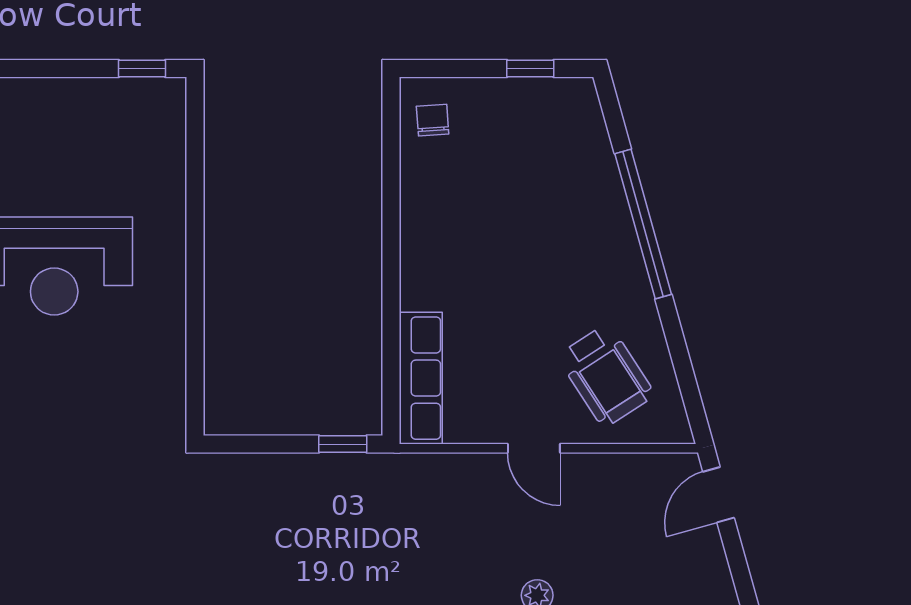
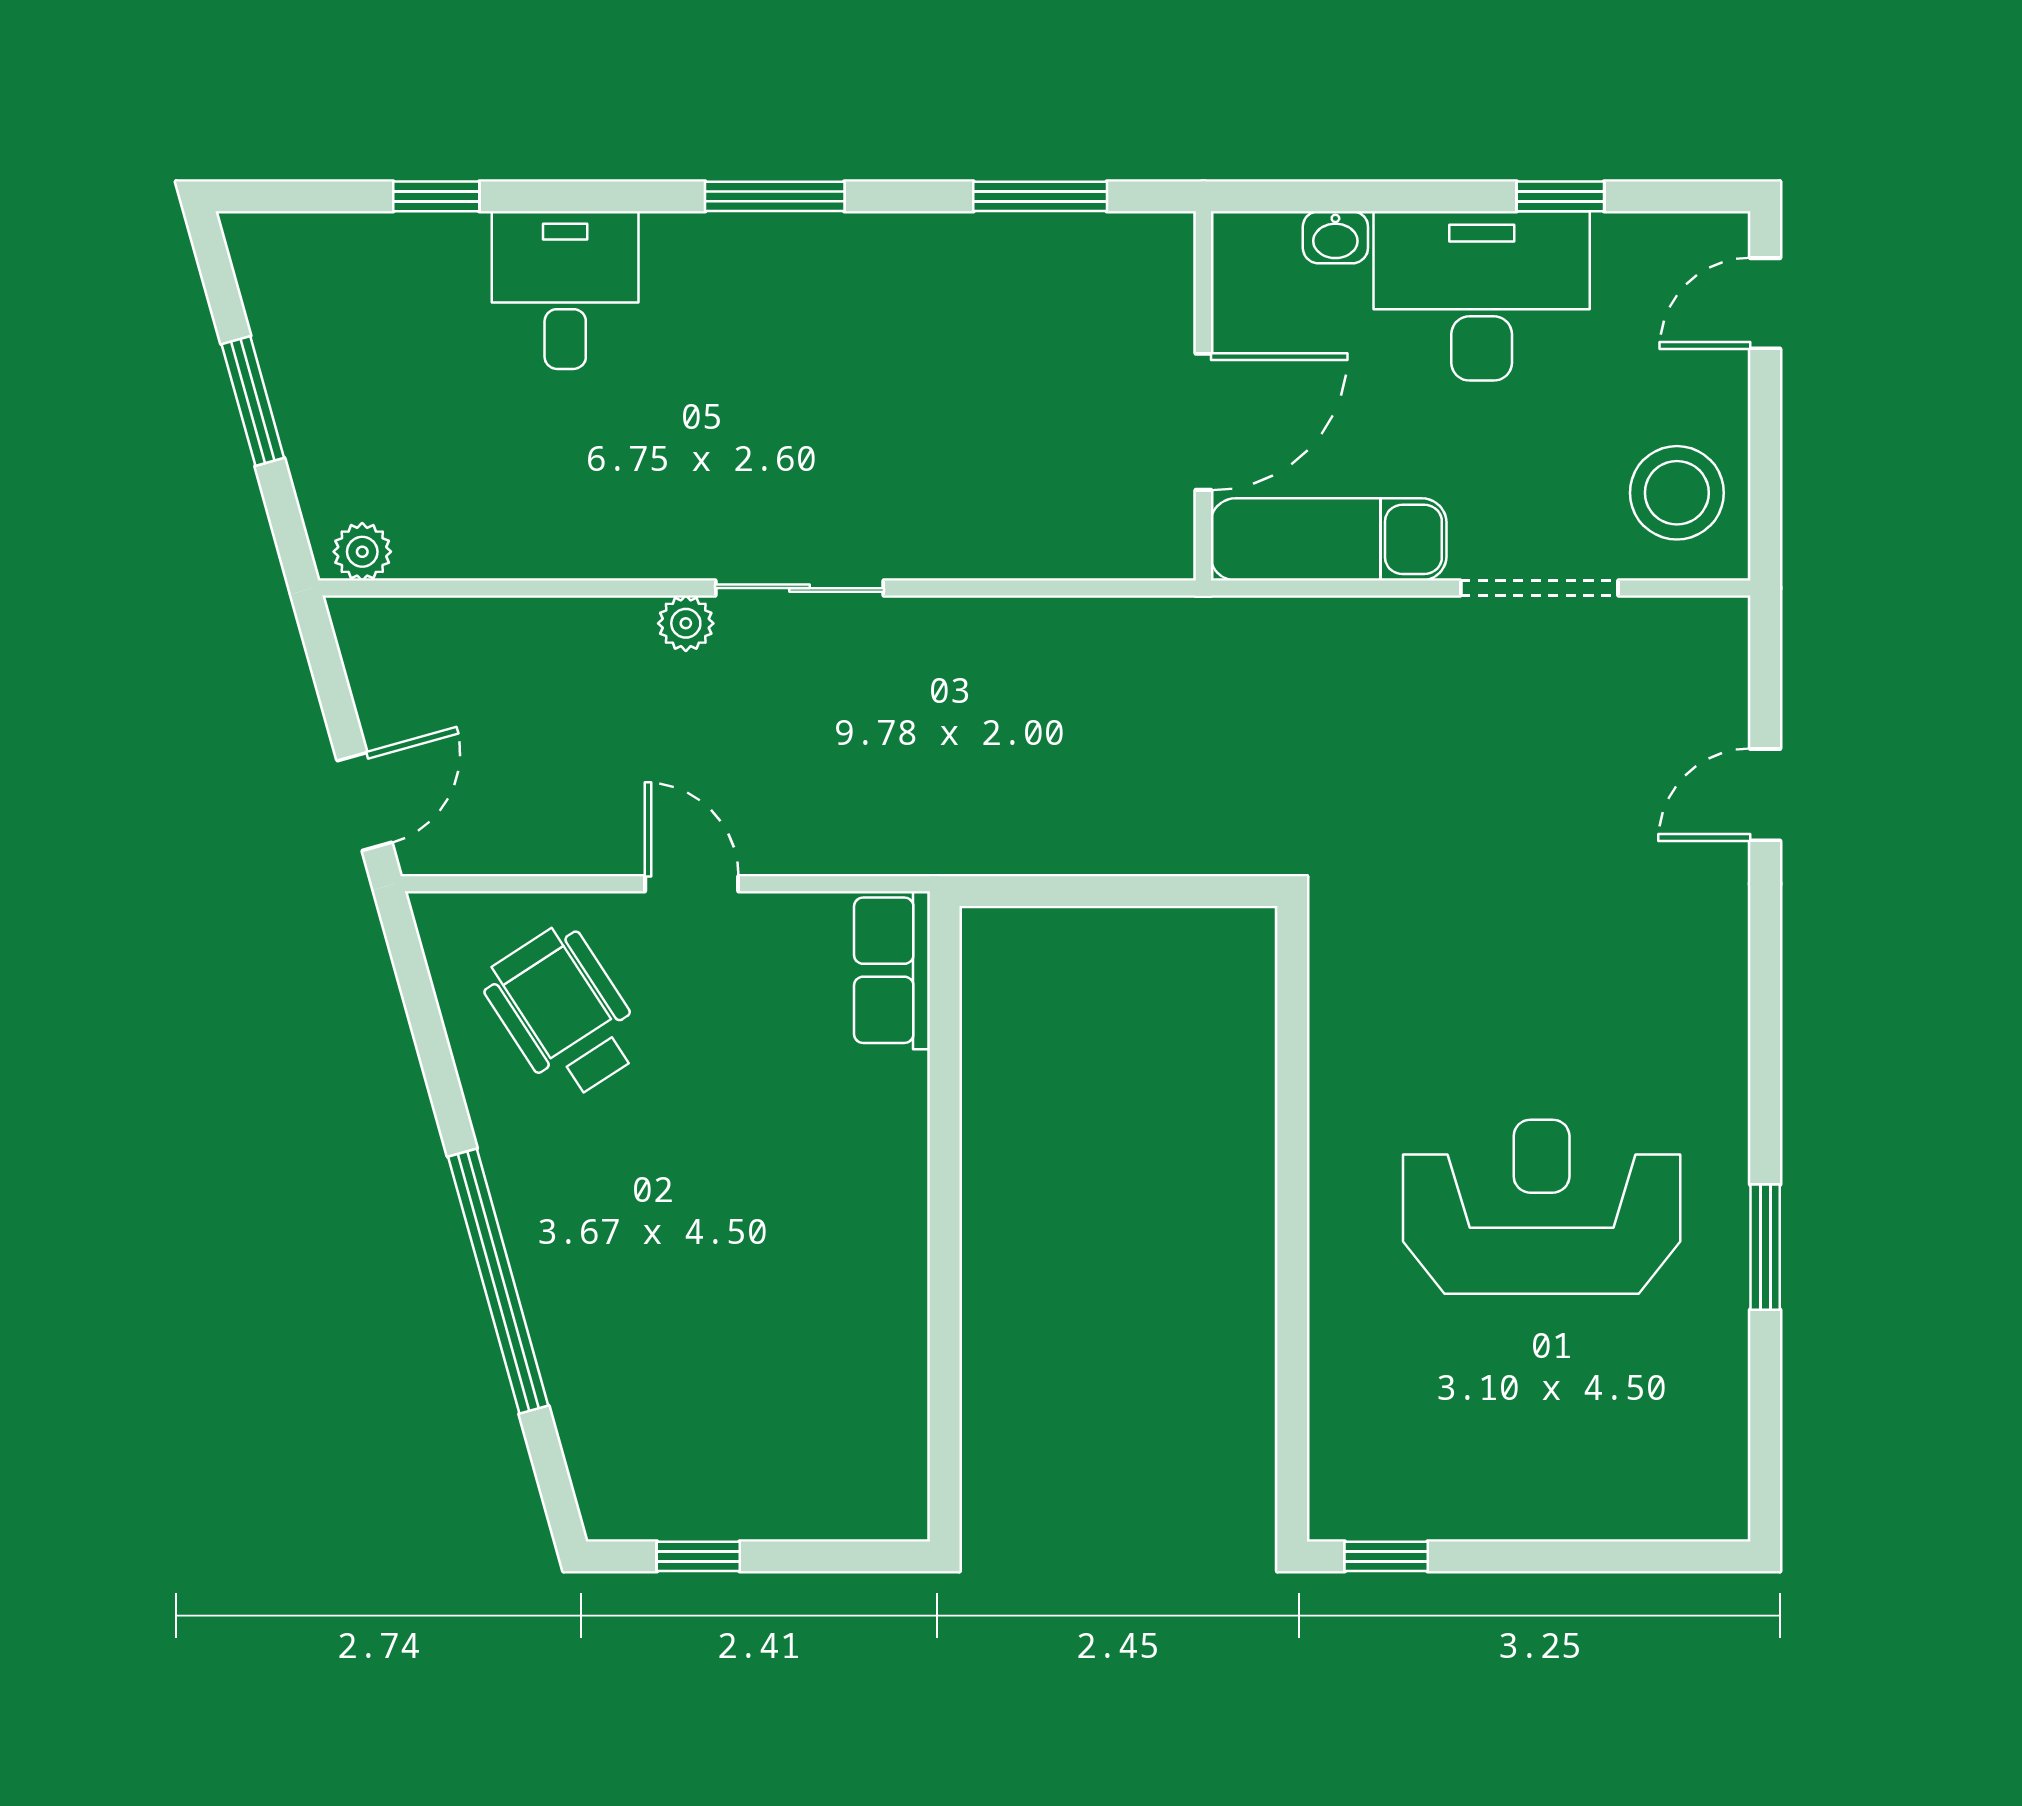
chair: (433, 120) -> (871, 1465), removed
row of seats: (421, 378) -> (892, 970), width x0.68
window: (343, 444) -> (1030, 891), removed

